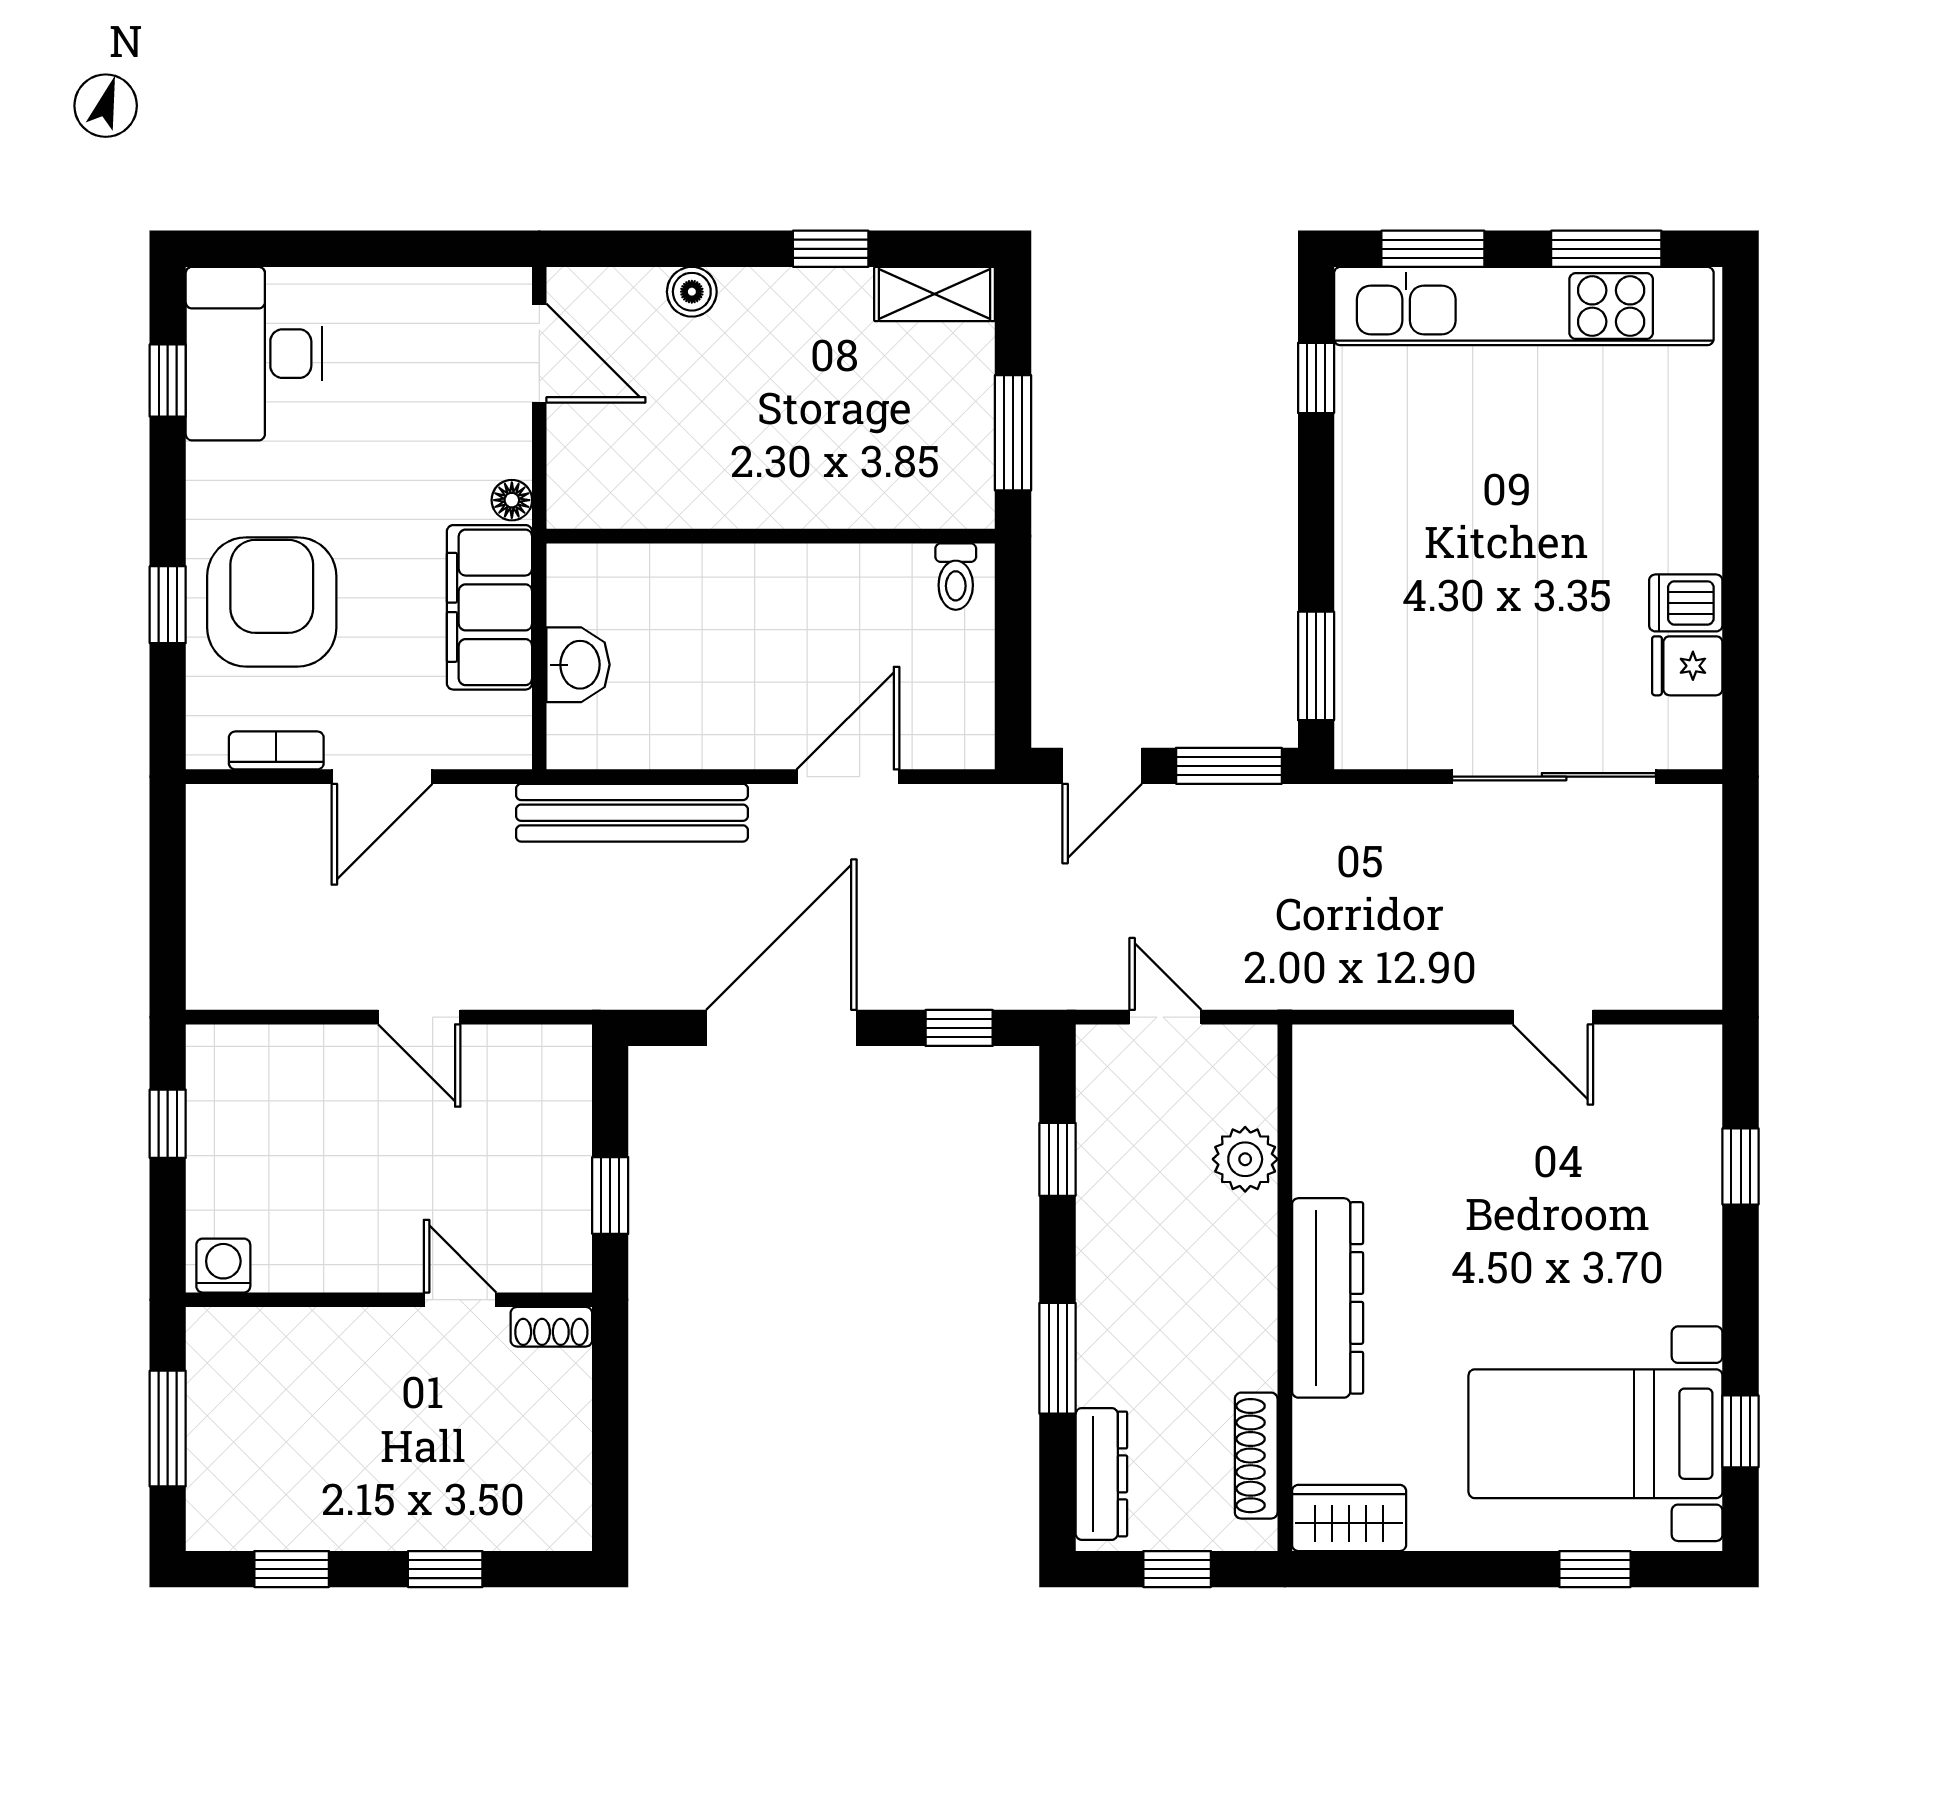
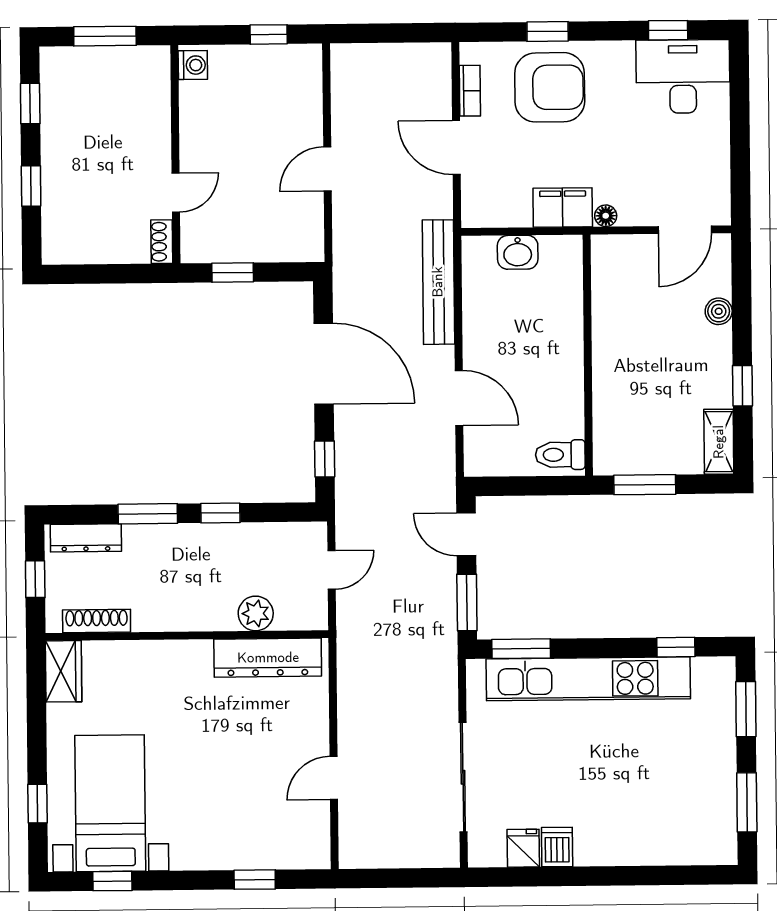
kitchen unit: (1524, 306) -> (588, 679), moved, turned -90
toilet: (956, 577) -> (560, 455), width x1.37, depth x1.39
filing cabinet: (489, 607) -> (563, 207), width x0.67, depth x0.86
window: (1058, 1159) -> (220, 513), moved
dresser: (1328, 1298) -> (268, 658), moved

